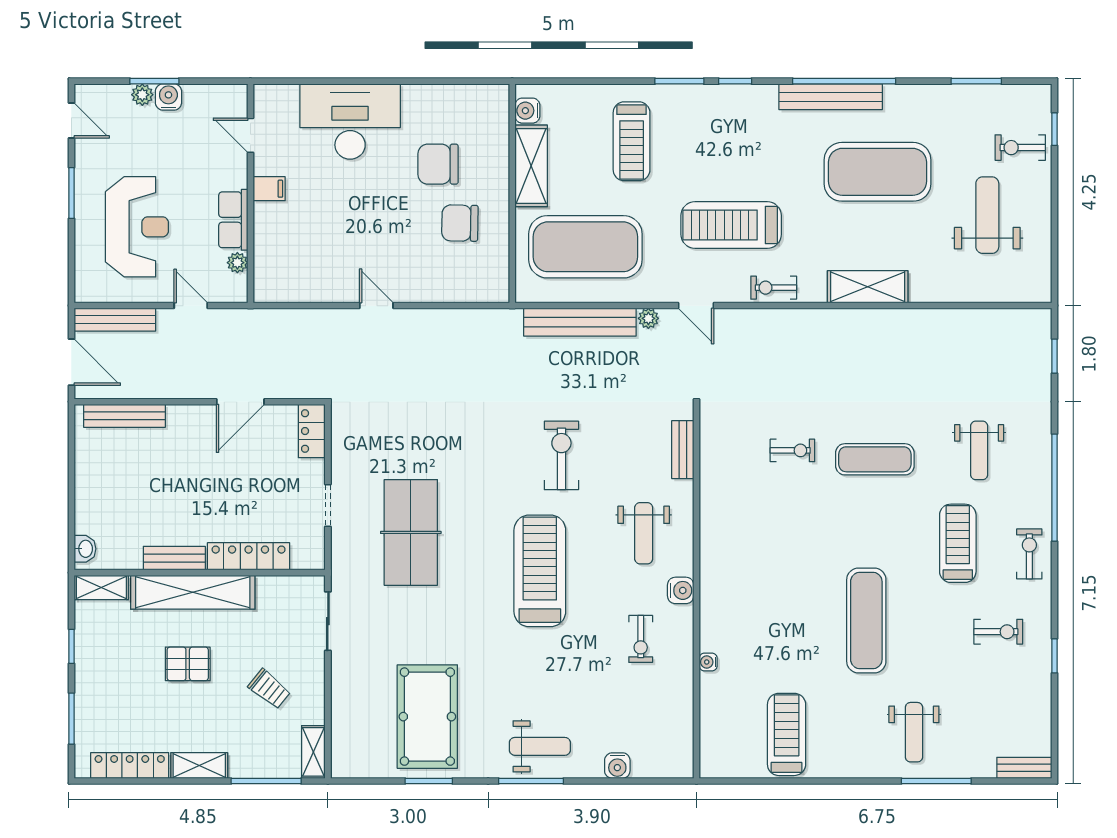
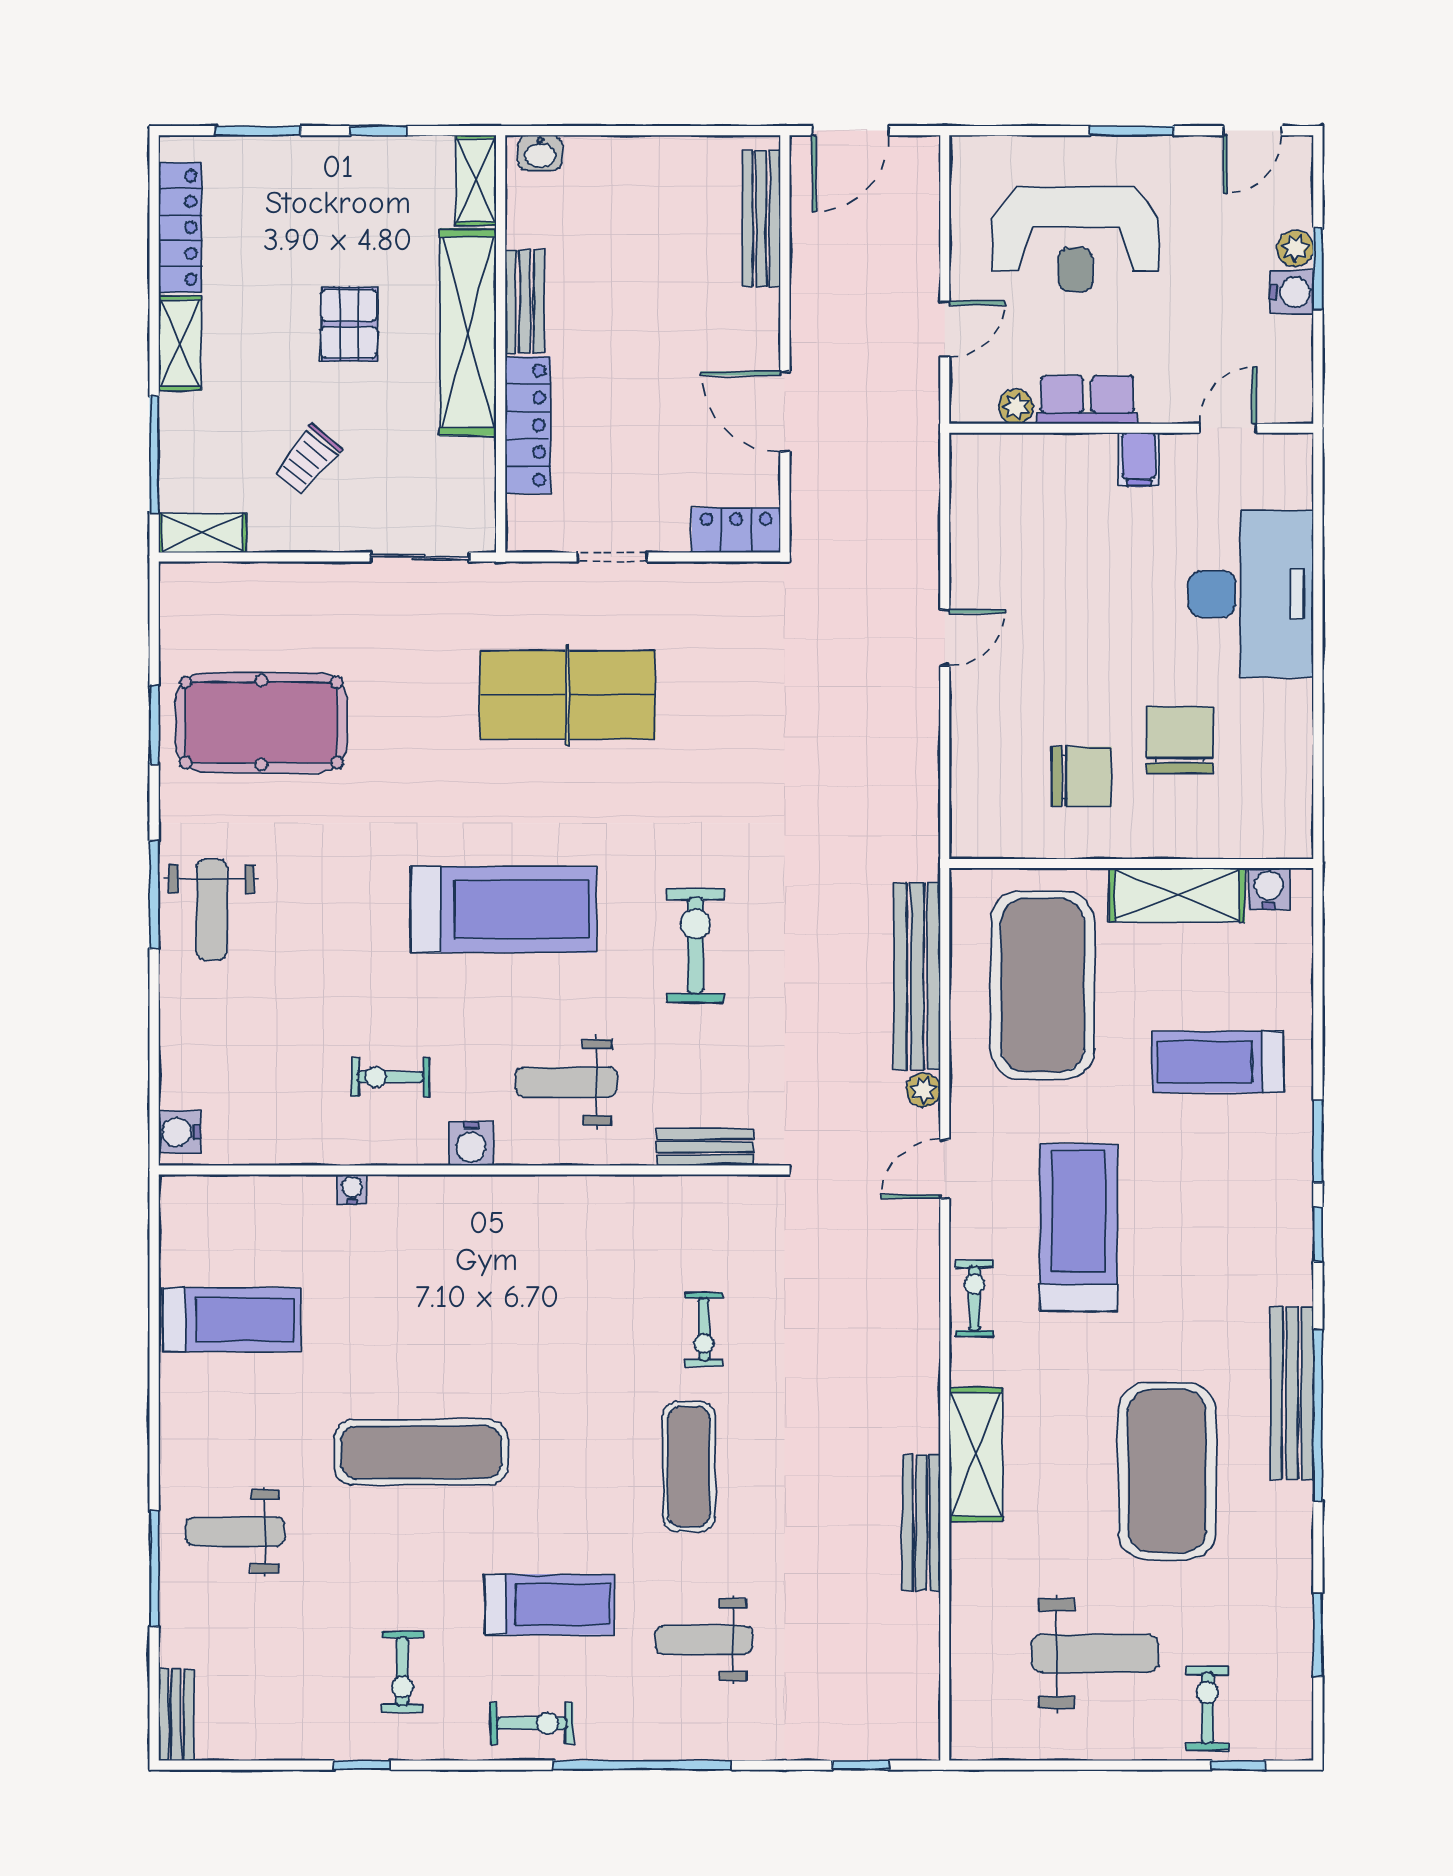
chair: (460, 223) -> (1082, 776), turned 89
bench: (115, 320) -> (921, 1523), moved
exercise bike: (561, 455) -> (695, 945), turned -90
water cooler: (617, 766) -> (180, 1132), moved

